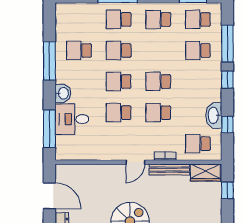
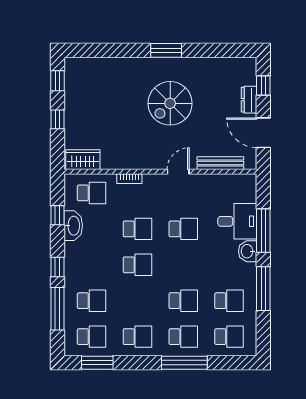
school desk: (119, 82) -> (229, 337), moved
window: (49, 129) -> (263, 231), moved
door: (135, 162) -> (178, 172), moved
bench: (169, 170) -> (220, 163), moved
window: (227, 190) -> (57, 119), moved

